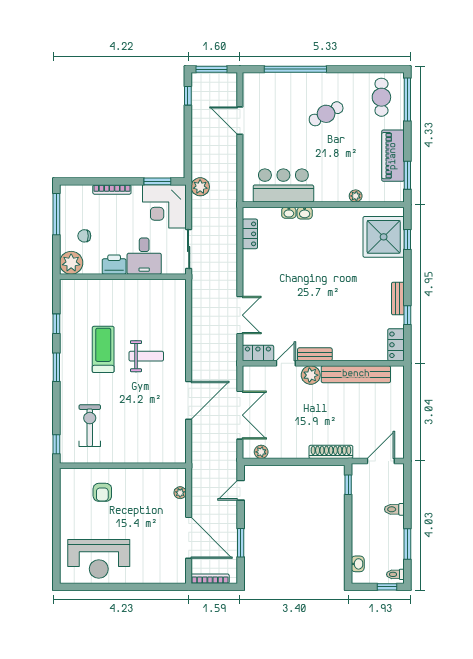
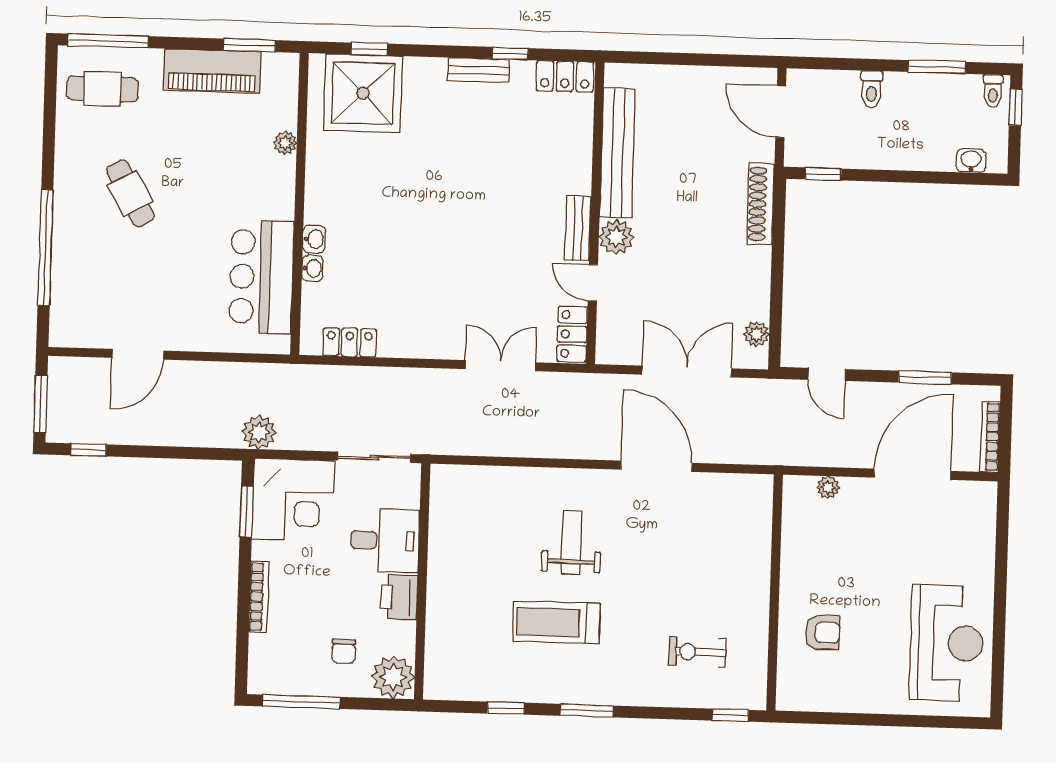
exercise bike: (90, 426) -> (698, 652), width x0.73, depth x0.72

